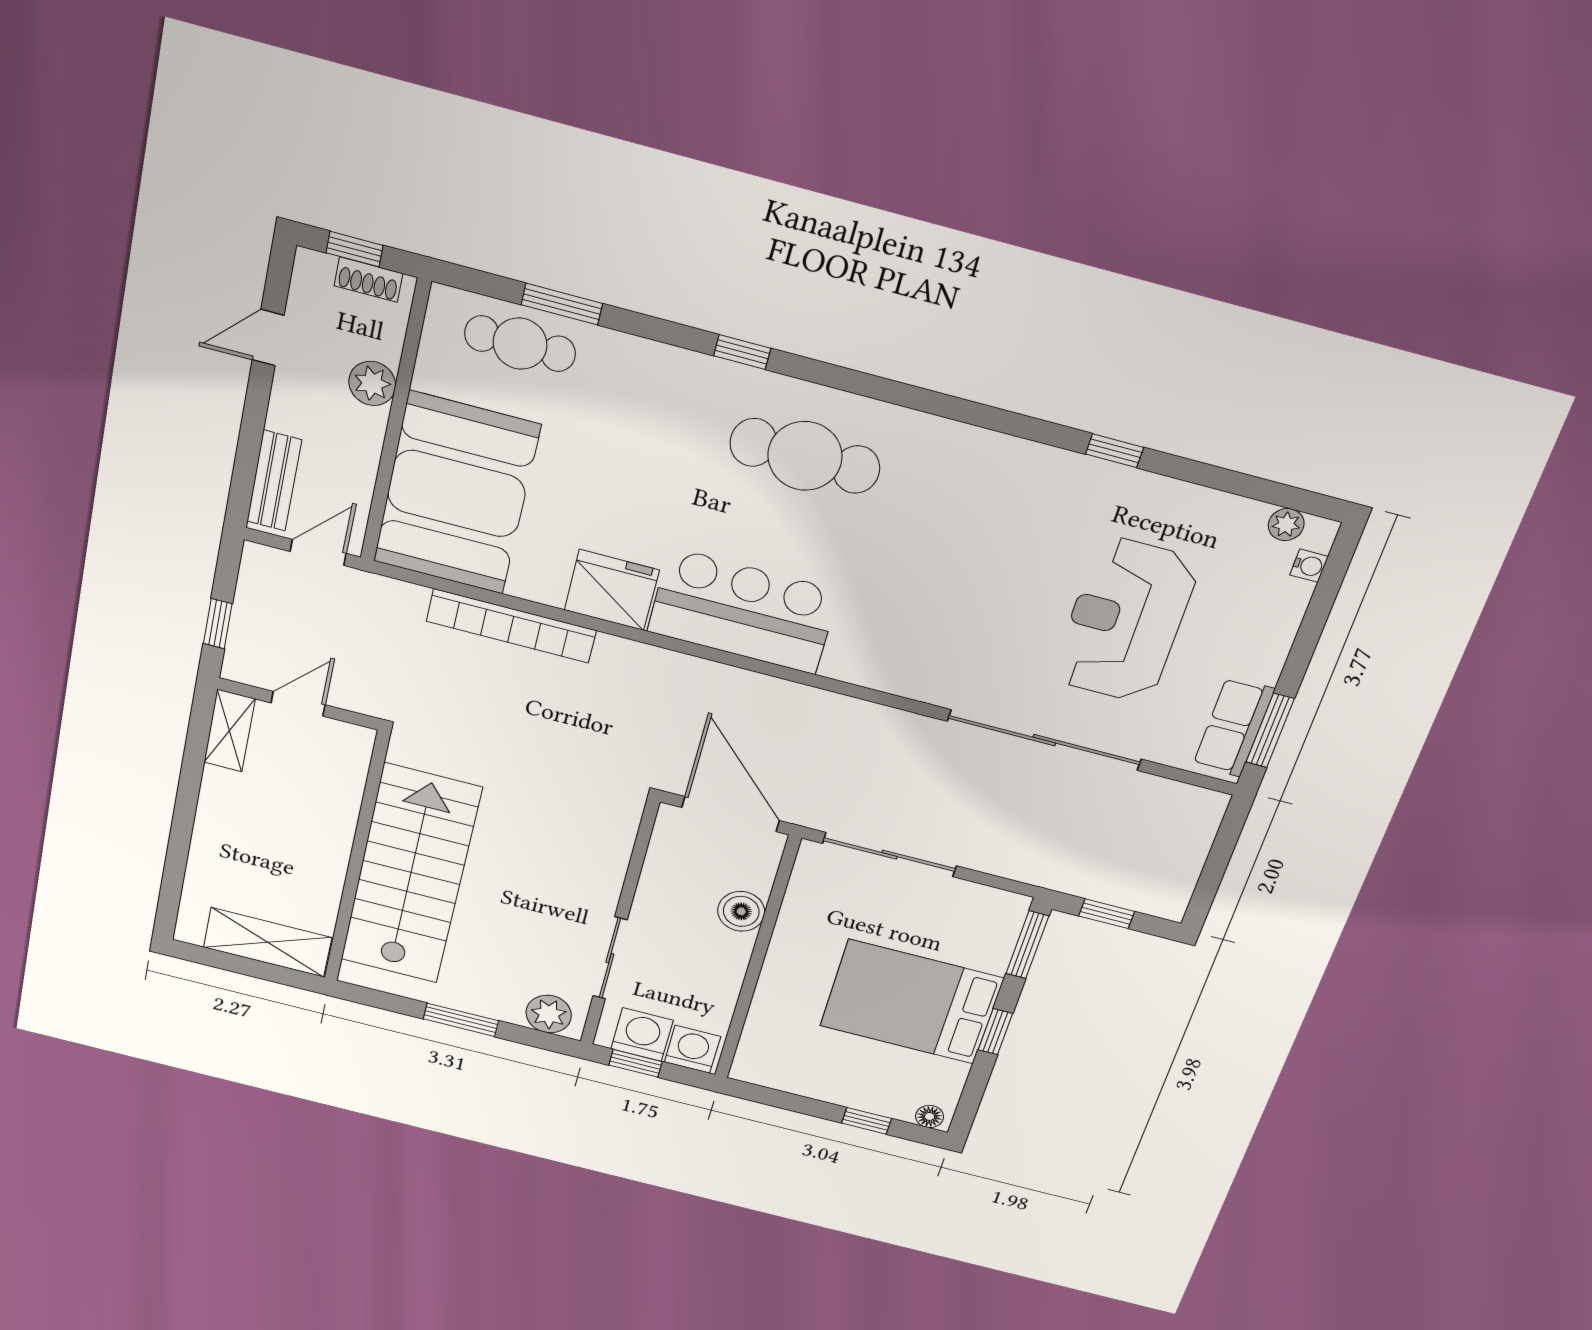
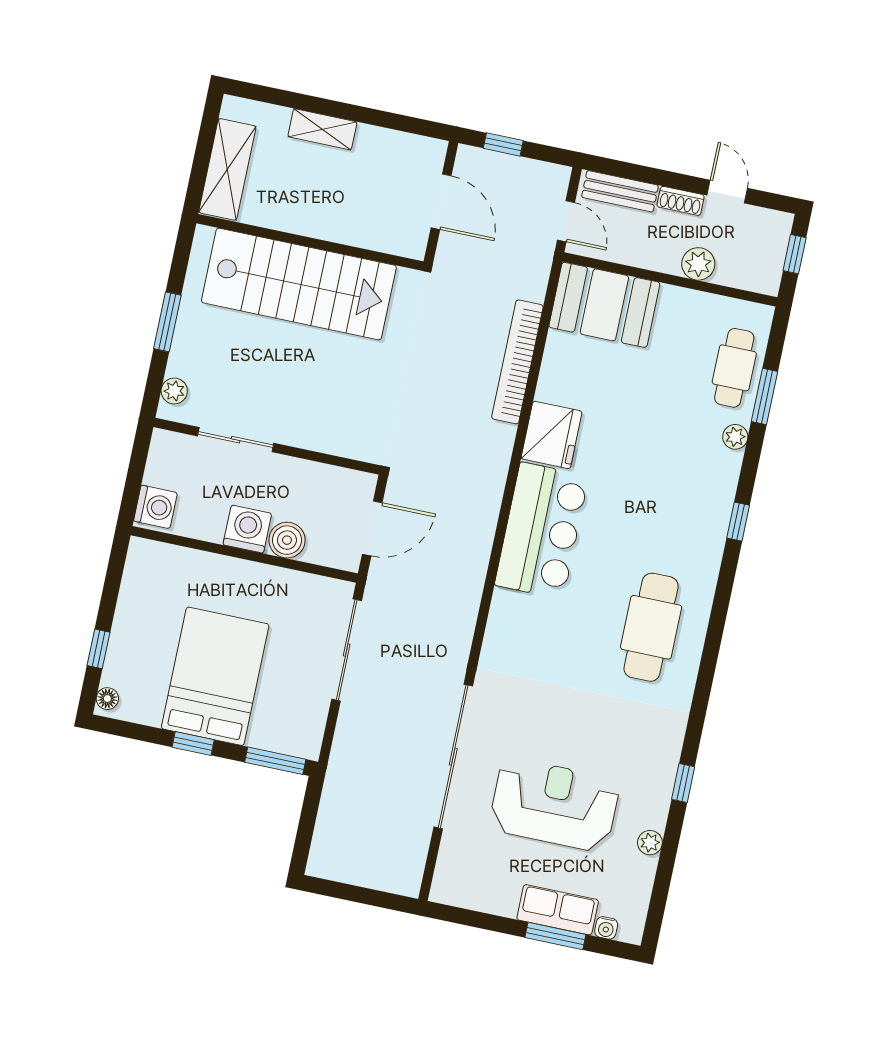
shoe rack: (368, 280) -> (681, 201), moved, turned -90
plant: (619, 348) -> (735, 437), added
cafe table: (805, 456) -> (651, 627), moved
booth: (456, 494) -> (604, 305), width x0.73, depth x0.70
plant: (1286, 525) -> (650, 843), moved
door: (298, 704) -> (441, 202), width x1.38
row of seats: (1234, 727) -> (558, 910), moved
window: (1270, 730) -> (555, 936), moved
shelving: (230, 731) -> (322, 129), moved
door: (731, 814) -> (372, 528), width x0.73
window: (1107, 914) -> (308, 818), removed
plant: (549, 1014) -> (174, 391), width x0.73, depth x0.73
washing machine: (642, 1034) -> (247, 529), moved, turned -90
window: (636, 1063) -> (138, 462), removed

